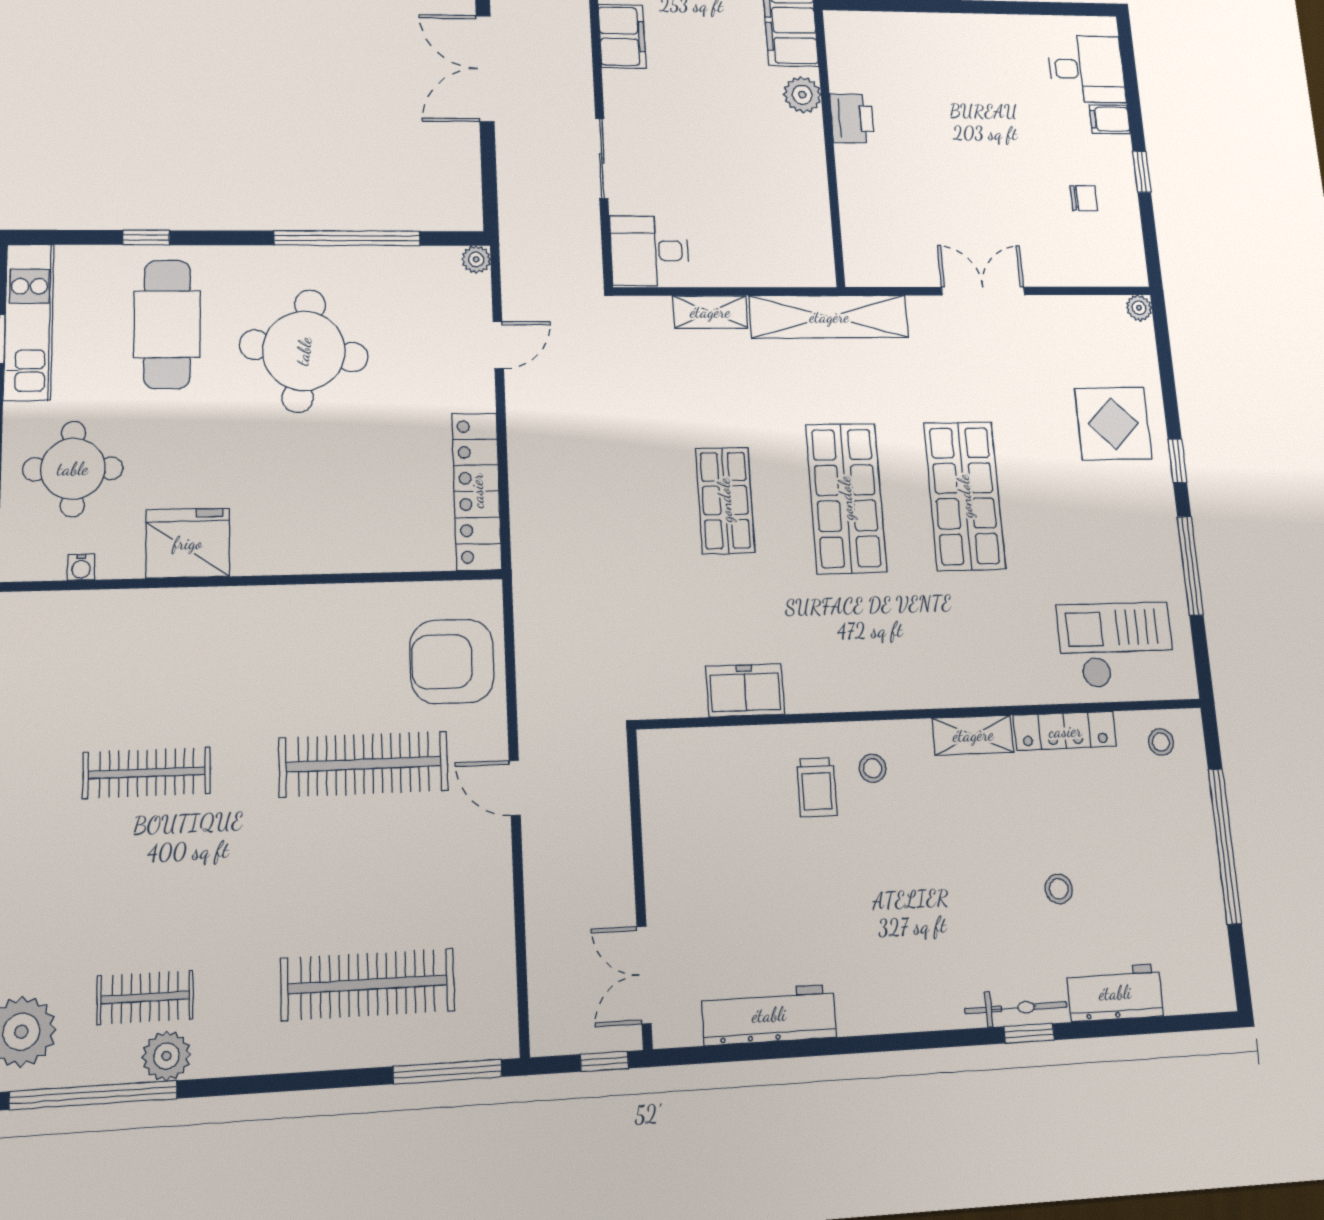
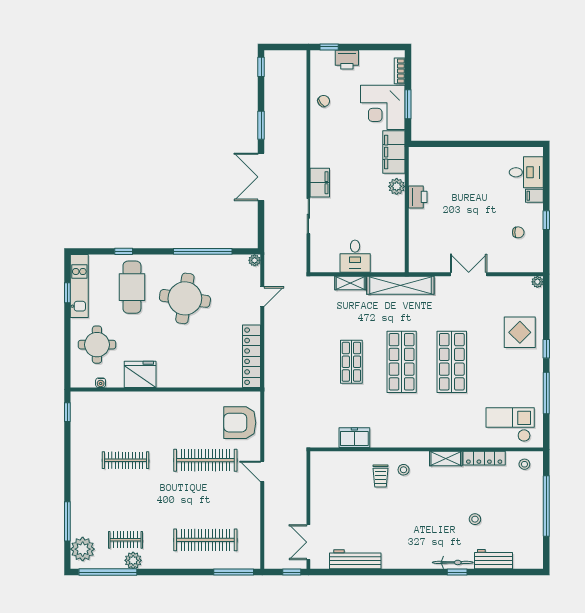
filing cabinet: (622, 36) -> (320, 183), moved
desk: (650, 251) -> (355, 256), moved, turned -90

